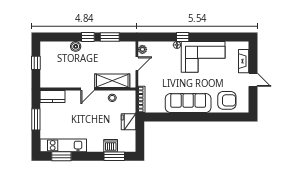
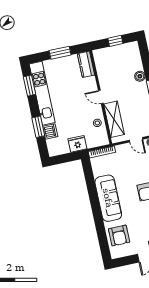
kitchen unit: (63, 145) -> (42, 93), width x1.36
window: (114, 156) -> (38, 127), moved

